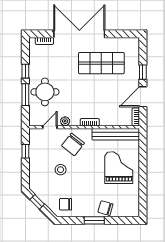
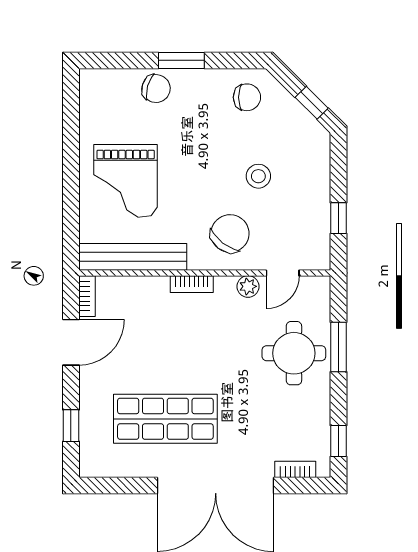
window: (25, 71) -> (338, 441), moved
window: (143, 72) -> (71, 426), moved

